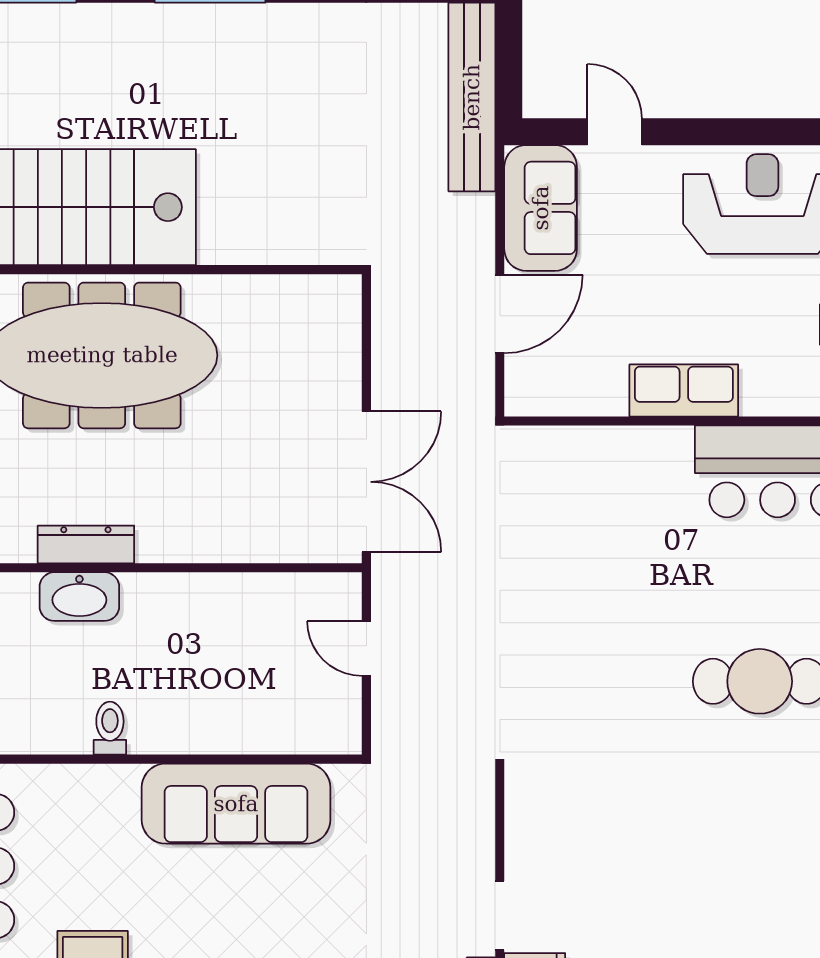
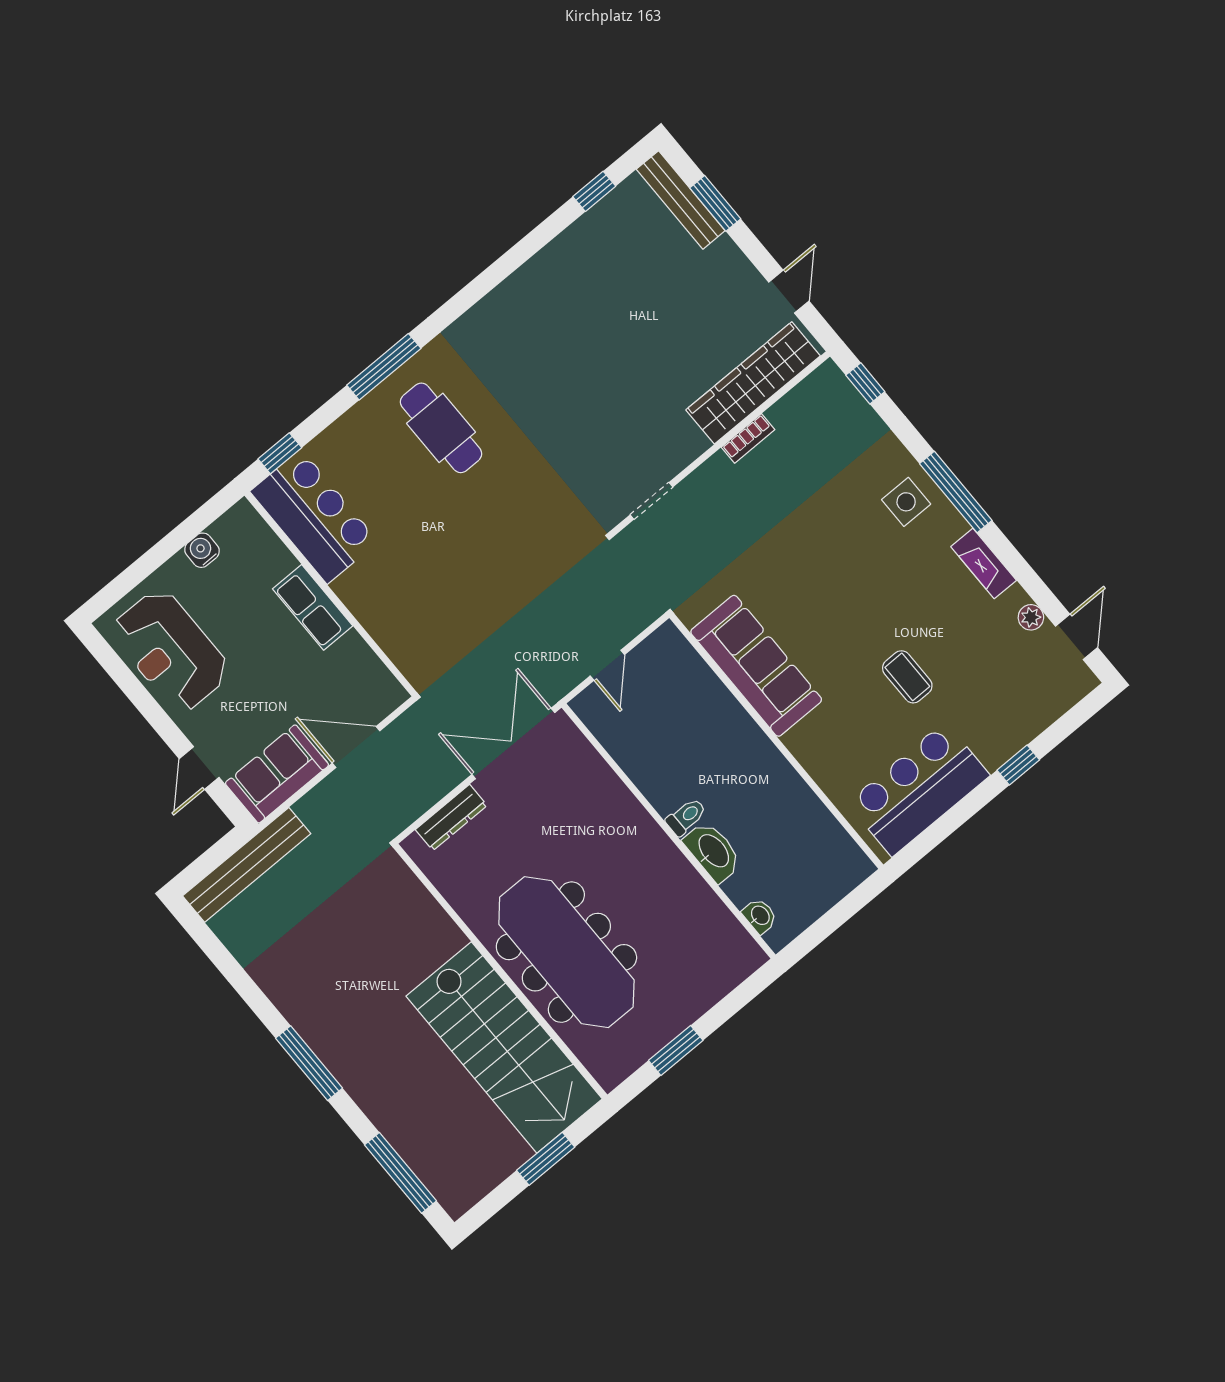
dresser: (86, 544) -> (451, 818), moved, turned -90
toilet: (110, 728) -> (686, 817), moved, turned 180
doorway: (500, 916) -> (651, 501), moved

